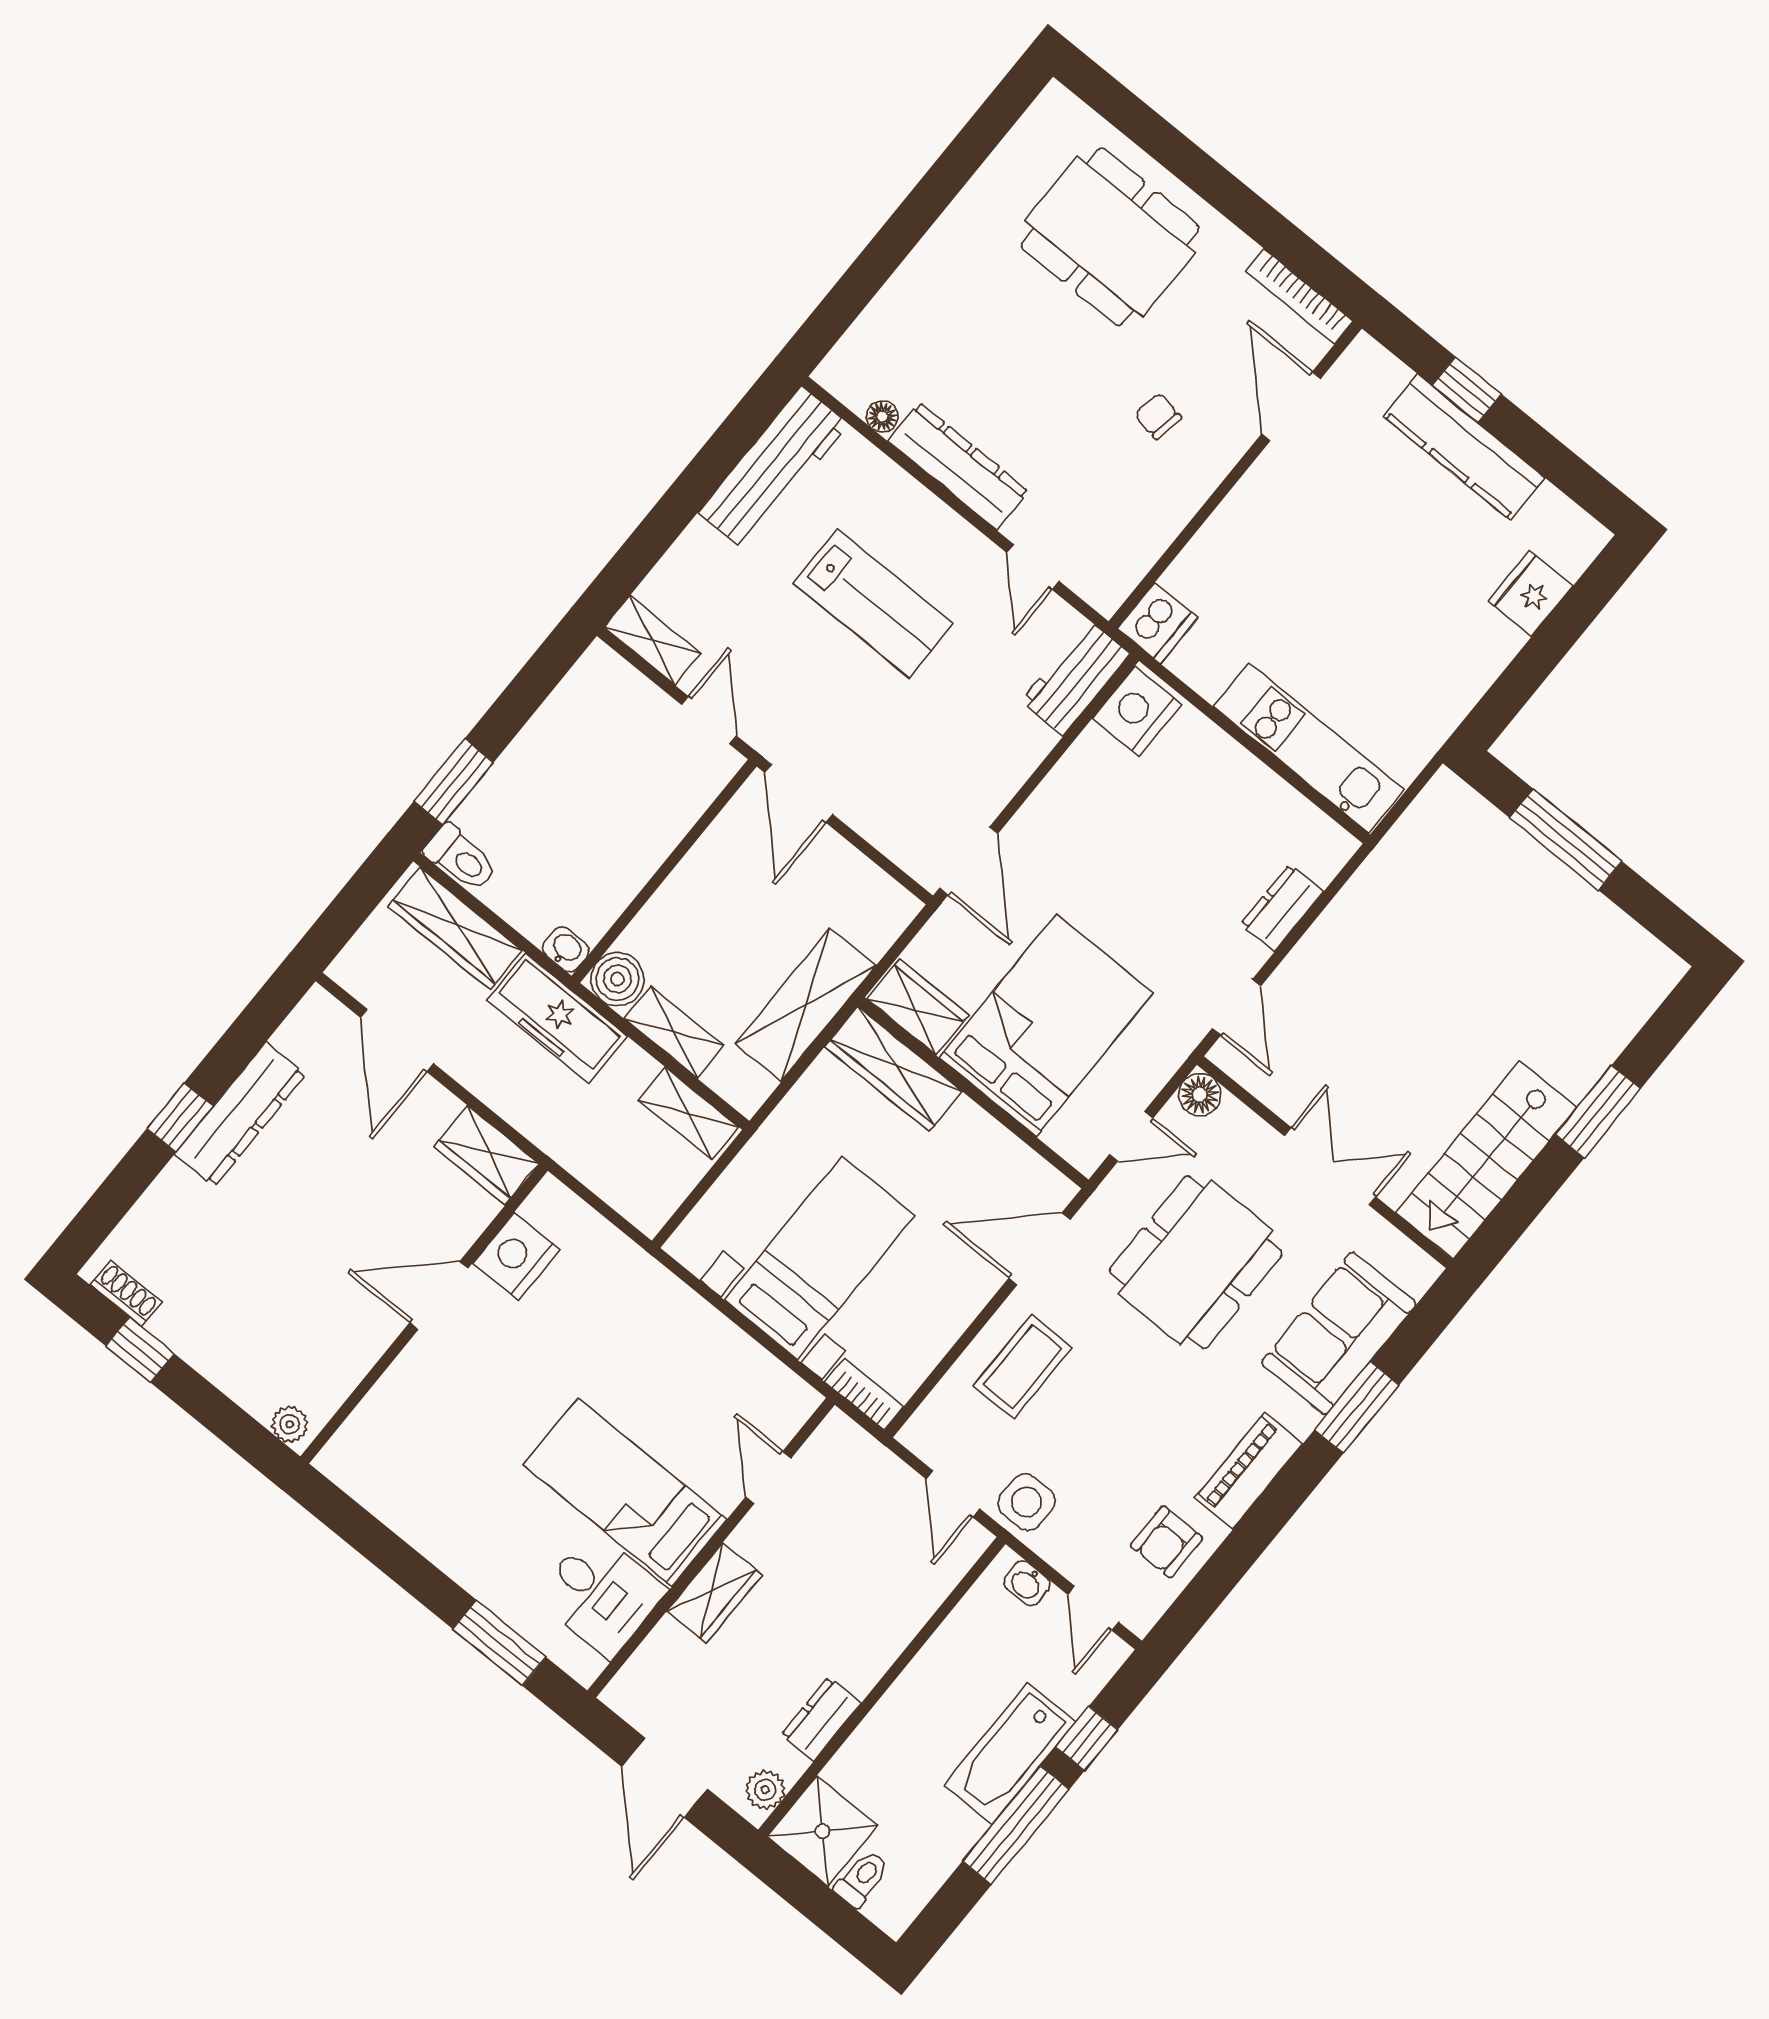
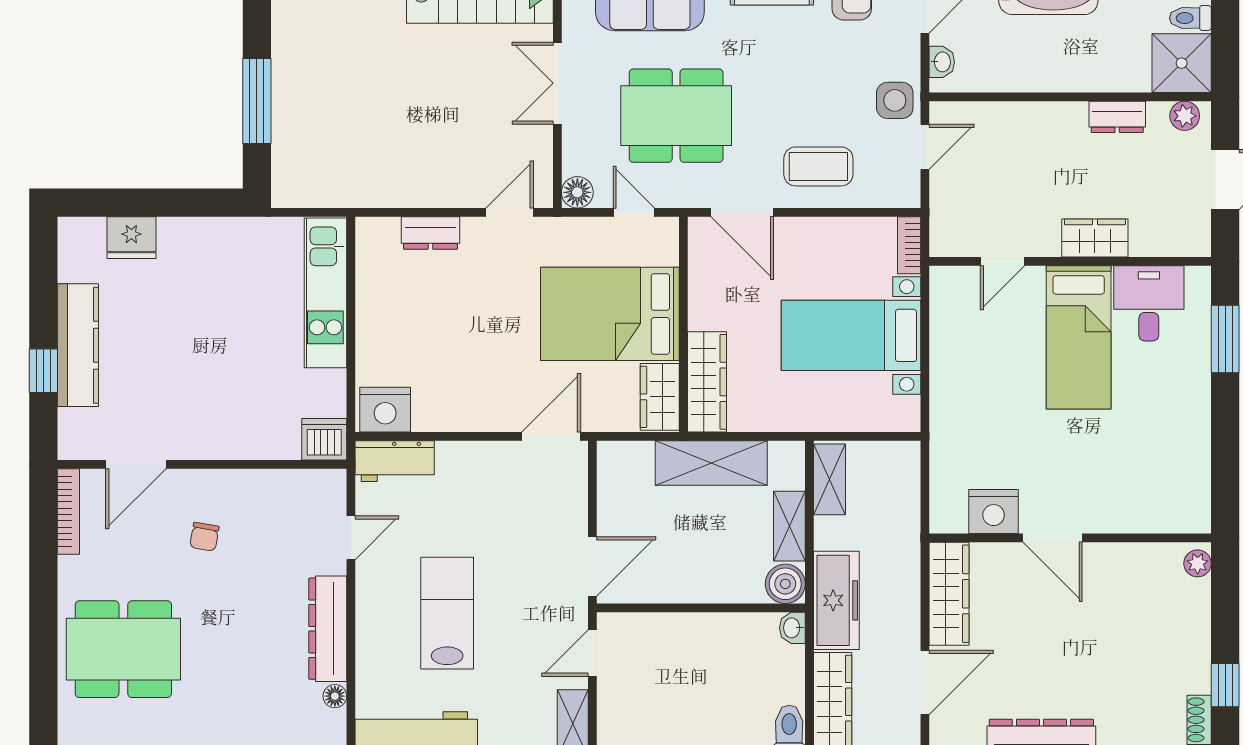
dining table: (1110, 237) -> (123, 649), turned 90
wardrobe: (486, 1155) -> (949, 594), width x1.50

